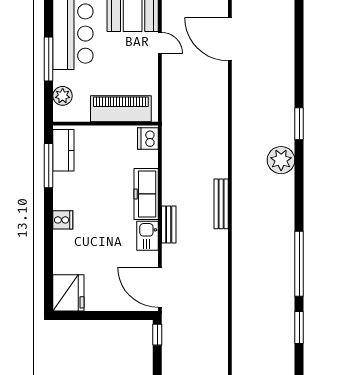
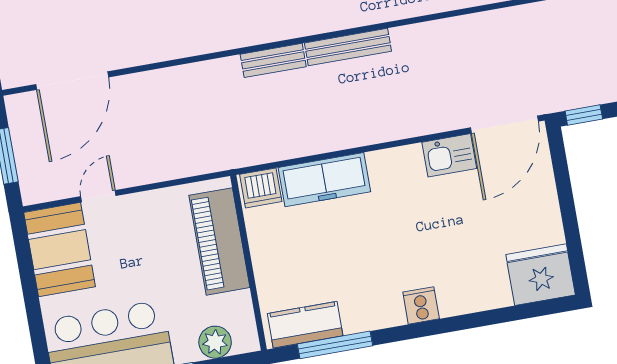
freezer: (146, 194) -> (324, 180), moved
bench: (169, 224) -> (273, 60), moved
kitchen sink: (147, 236) -> (449, 155), moved

